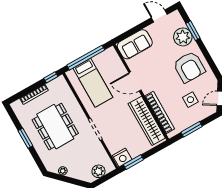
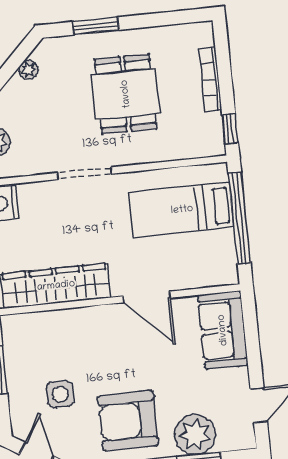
door: (135, 81) -> (147, 297), swing flipped
bookcase: (160, 112) -> (61, 320), removed
dining table: (55, 127) -> (126, 94), width x0.73
window: (25, 138) -> (96, 26), moved

